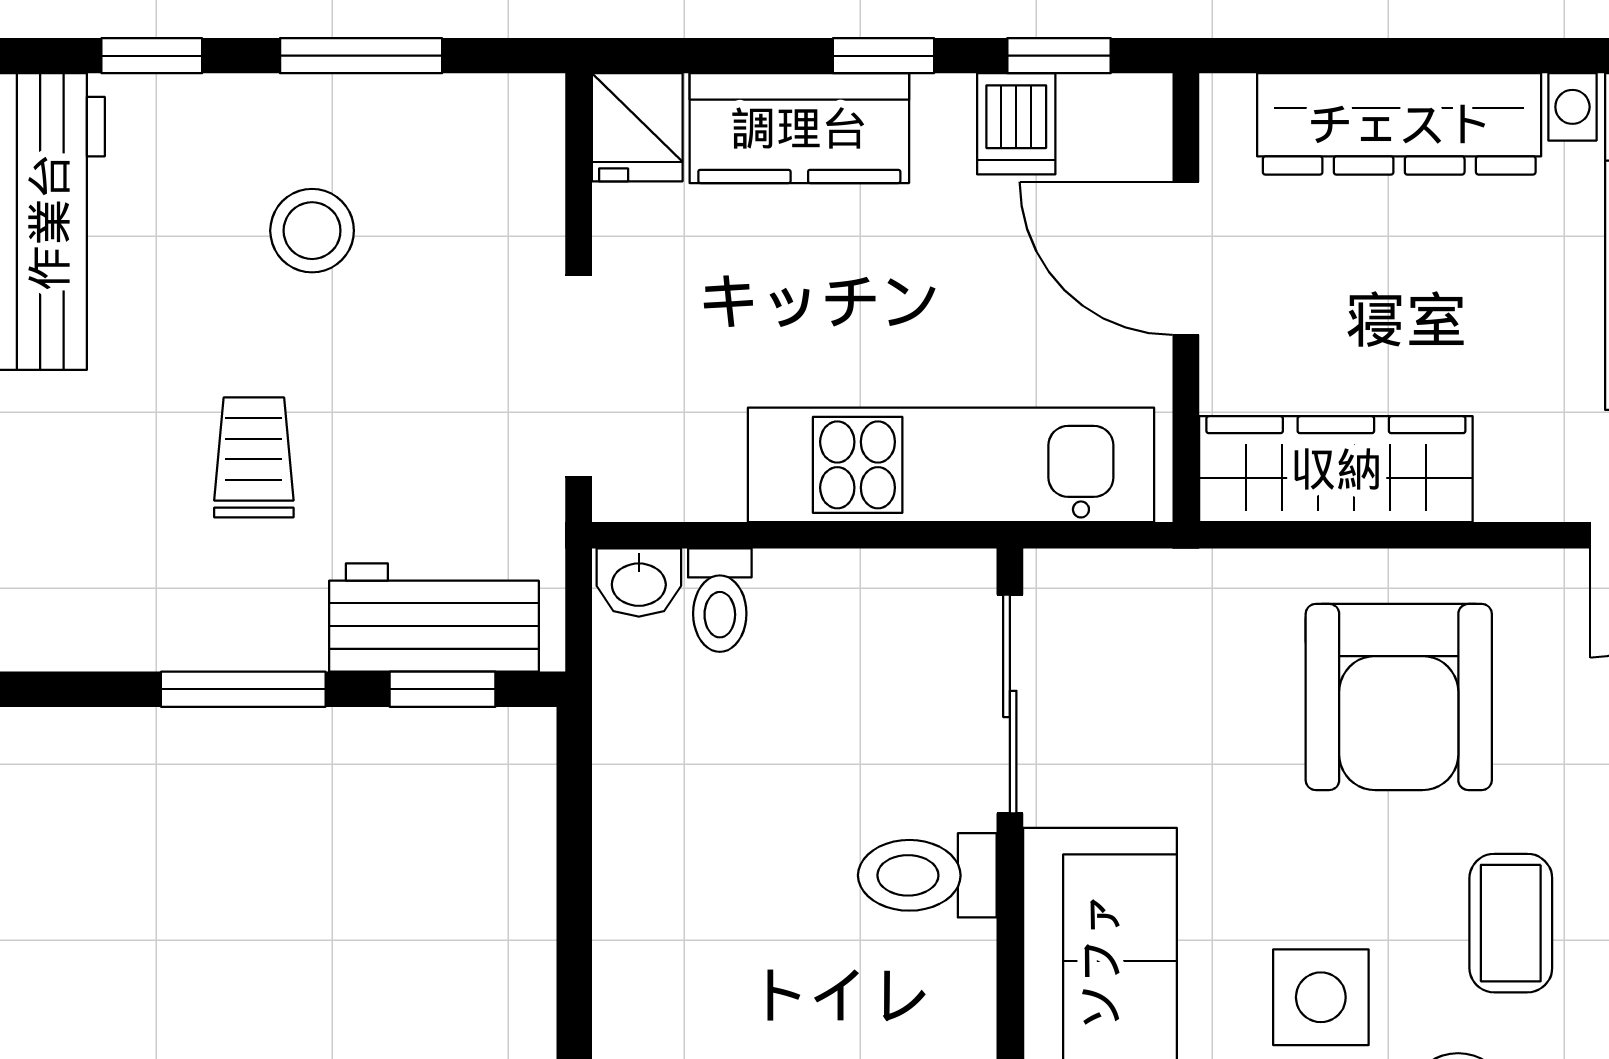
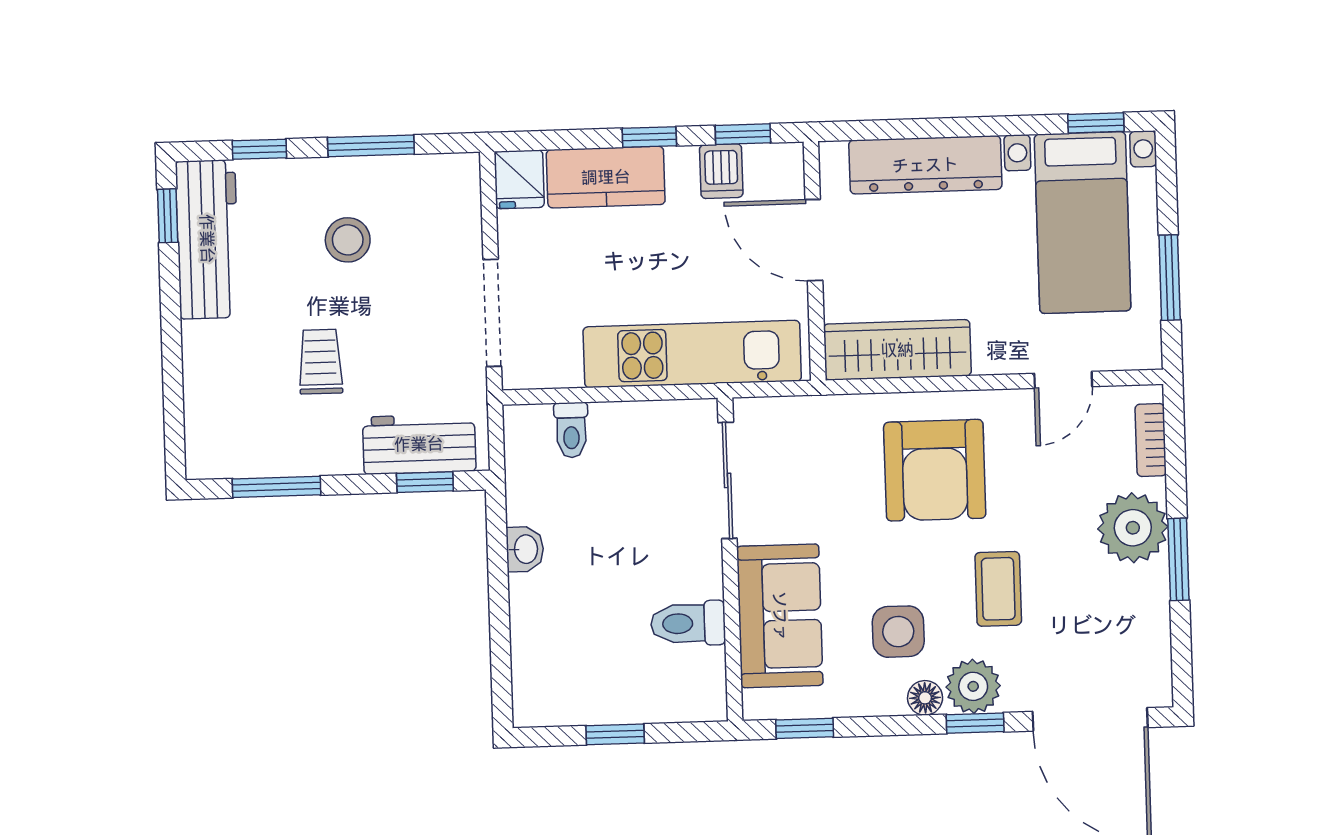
washbasin: (639, 583) -> (525, 549), moved, turned -90
window: (243, 689) -> (277, 487), moved
toilet: (927, 875) -> (688, 623), moved

